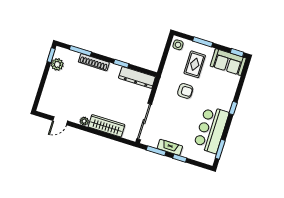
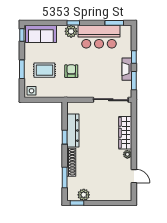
sofa: (228, 62) -> (41, 34), moved, turned 90
dresser: (137, 77) -> (73, 130), moved
plant: (225, 103) -> (71, 31), added

